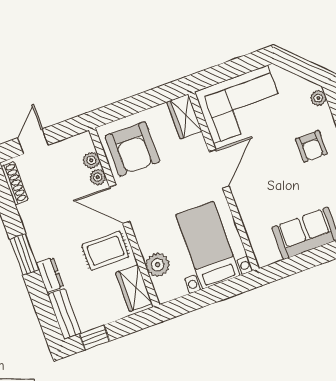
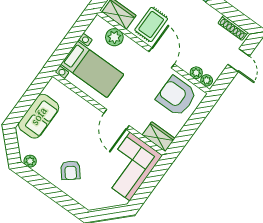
plant: (318, 98) -> (86, 202), removed
armchair: (311, 146) -> (71, 170), turned -129
plant: (98, 177) -> (207, 80), moved
door: (119, 204) -> (162, 58), hinge flipped

